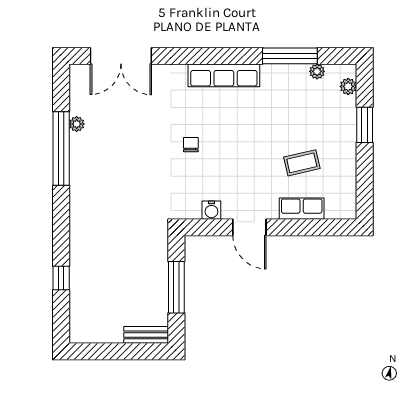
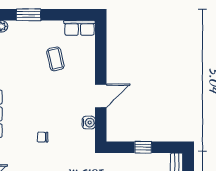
row of seats: (302, 209) -> (79, 28), moved, turned -90
window: (176, 287) -> (143, 147), width x0.46

